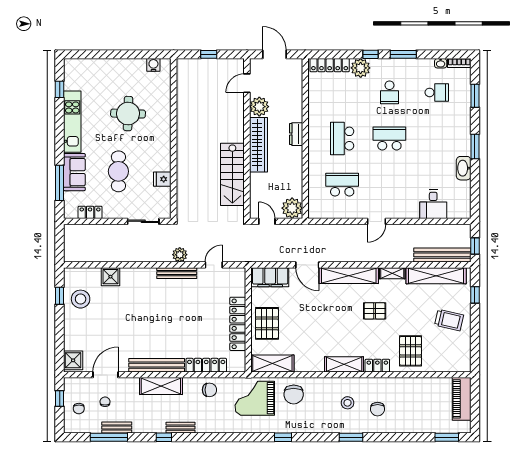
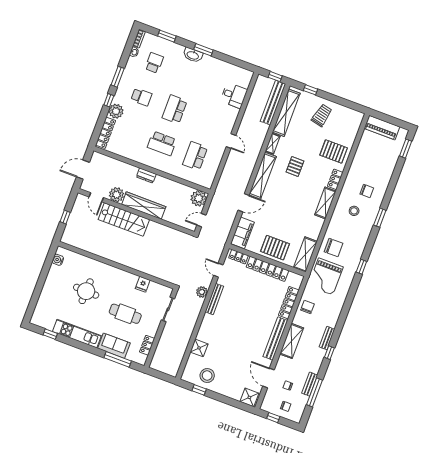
washbasin: (464, 168) -> (193, 55), moved
stairs: (232, 174) -> (124, 220), moved
locker: (239, 283) -> (239, 257), added

